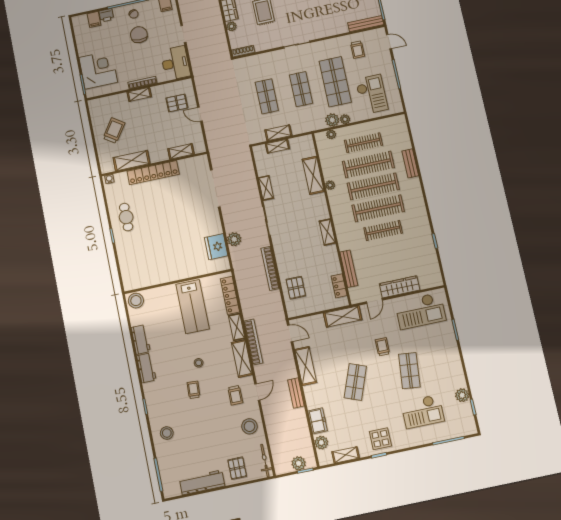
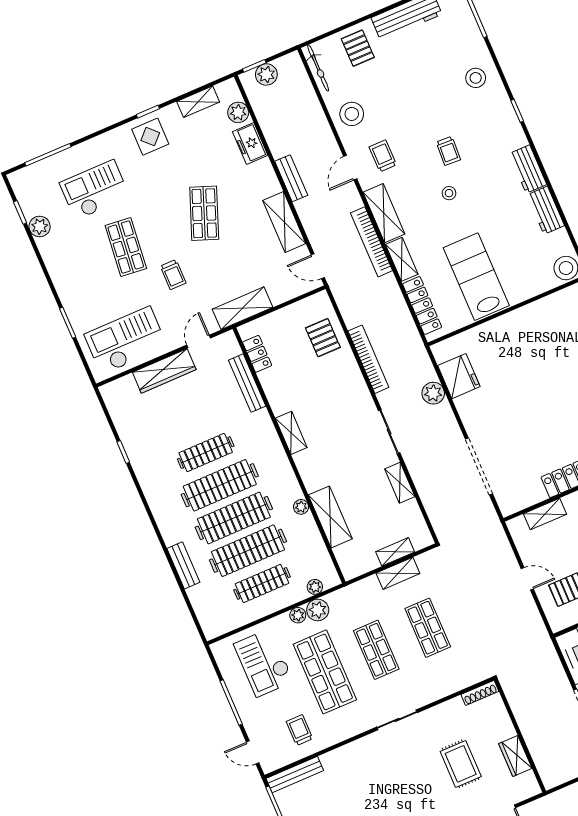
plant: (231, 26) -> (506, 730), removed

